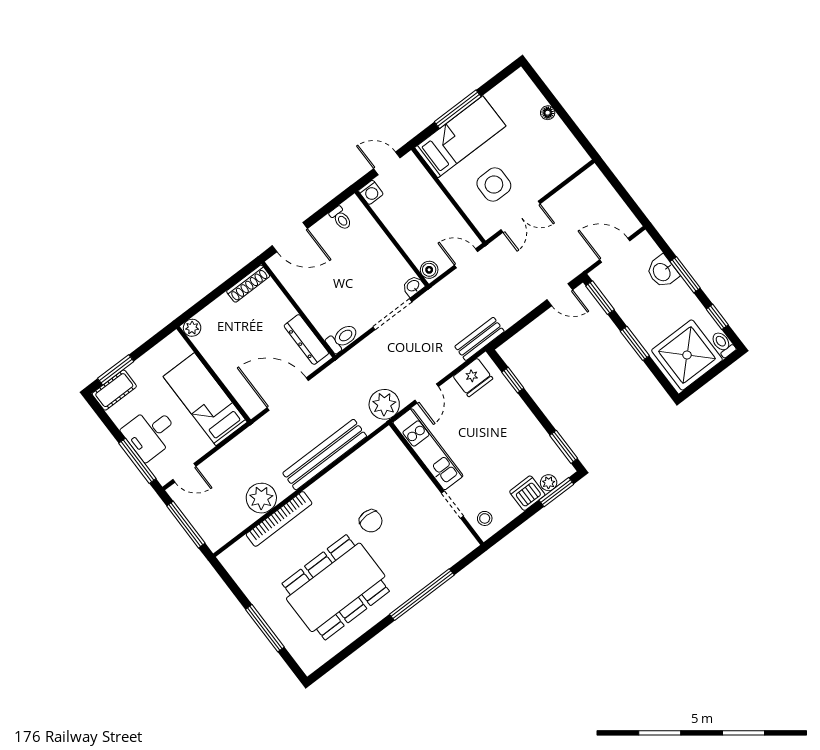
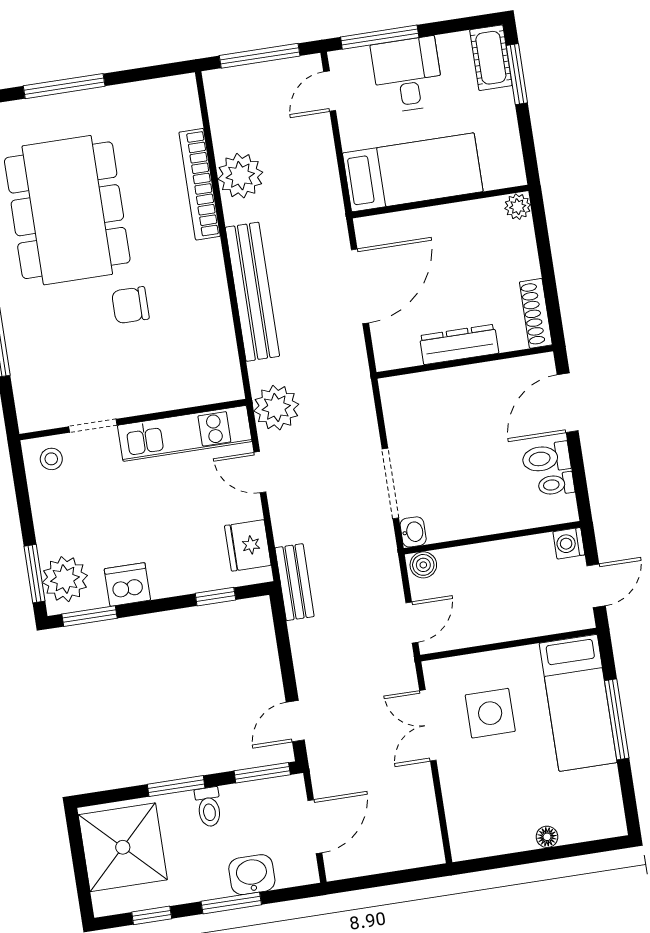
toilet: (342, 338) -> (546, 458), moved, turned 90
dresser: (306, 340) -> (459, 344), moved
toilet: (723, 344) -> (209, 807), moved, turned 90
plant: (549, 483) -> (65, 579), width x1.88, depth x1.88
dishwasher: (527, 493) -> (127, 584), moved, turned -90

